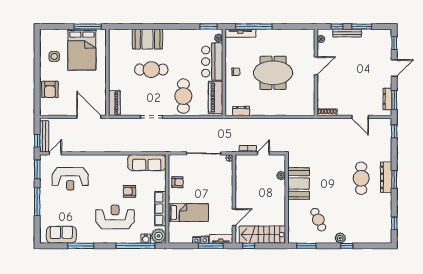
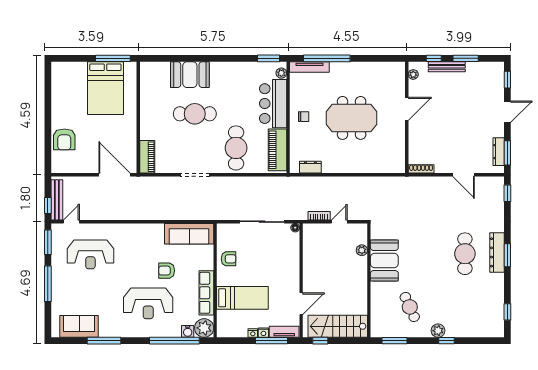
side table: (54, 56) -> (70, 97), removed
reception desk: (115, 217) -> (148, 303), turned 180

